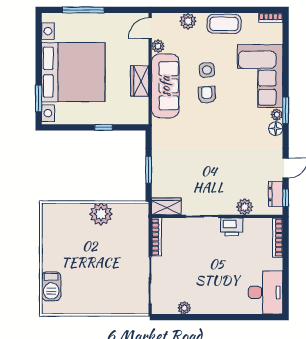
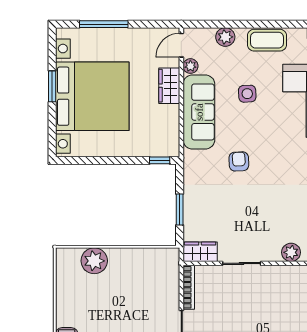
wardrobe: (140, 81) -> (169, 86), moved
armchair: (207, 95) -> (239, 161), moved
window: (39, 98) -> (52, 86), moved
window: (104, 127) -> (160, 160), moved
plant: (101, 214) -> (94, 261), moved
printer: (232, 227) -> (276, 276), removed

